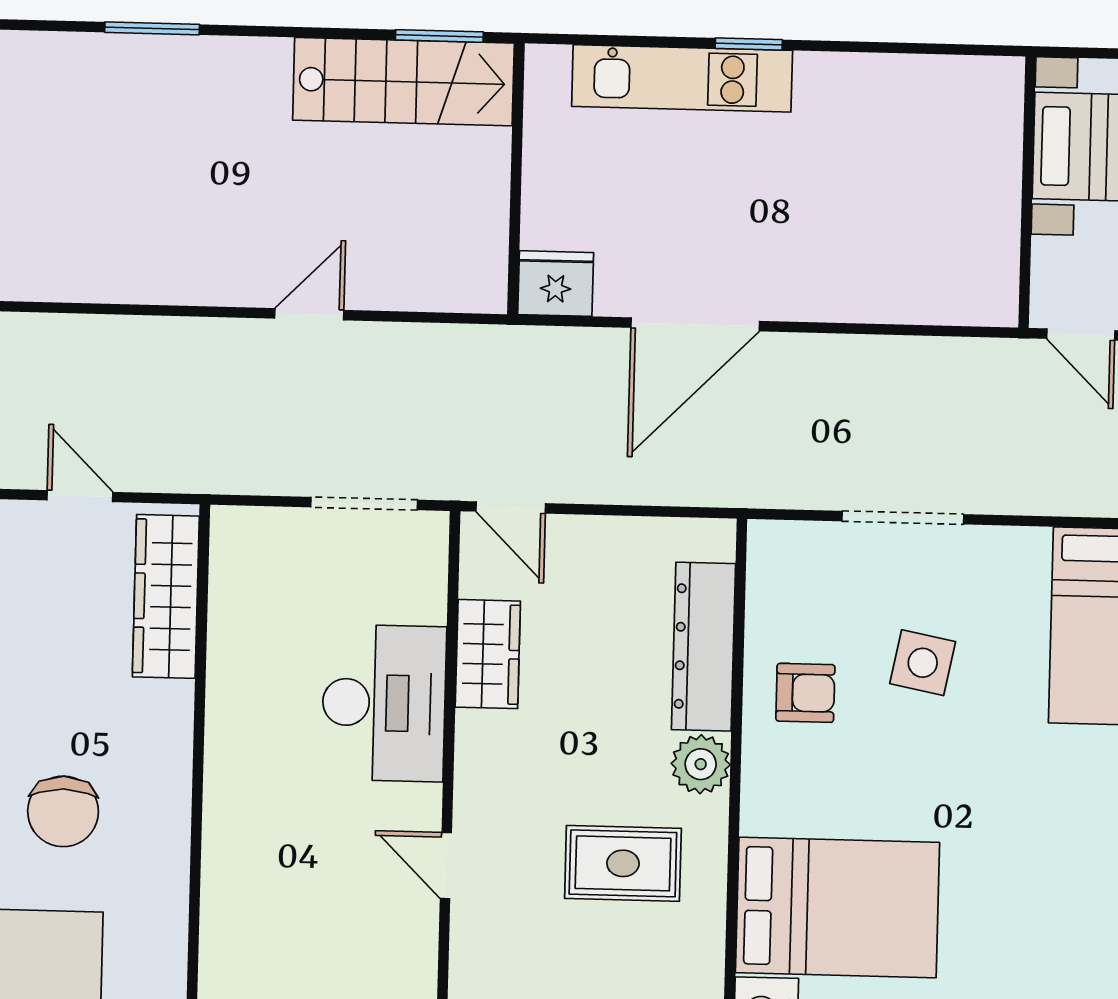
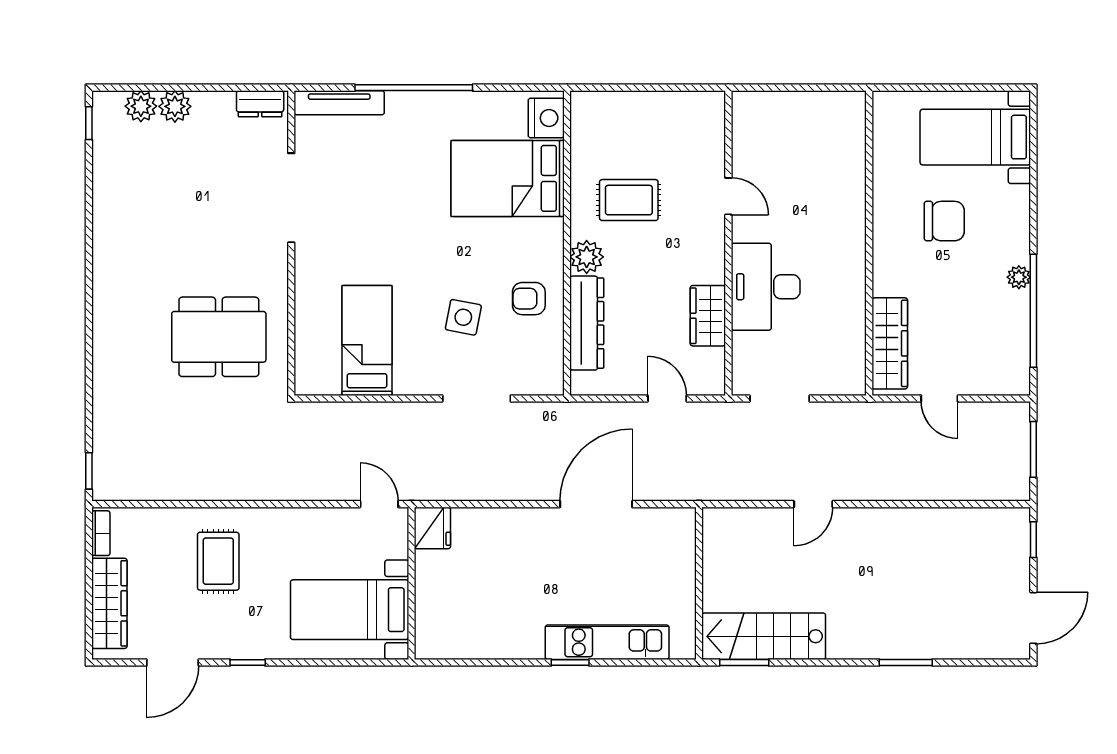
fridge: (556, 284) -> (432, 528), moved, turned -90
door: (511, 507) -> (667, 399), moved
chair: (63, 811) -> (944, 221), turned 90

